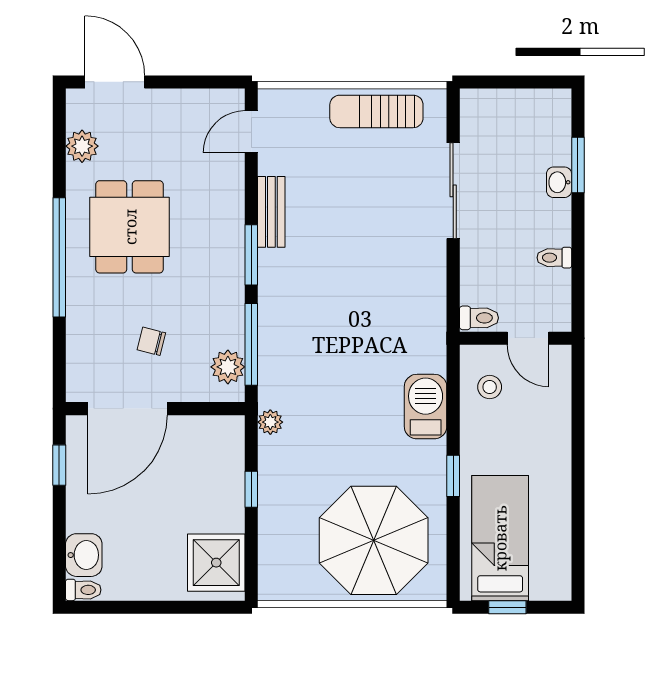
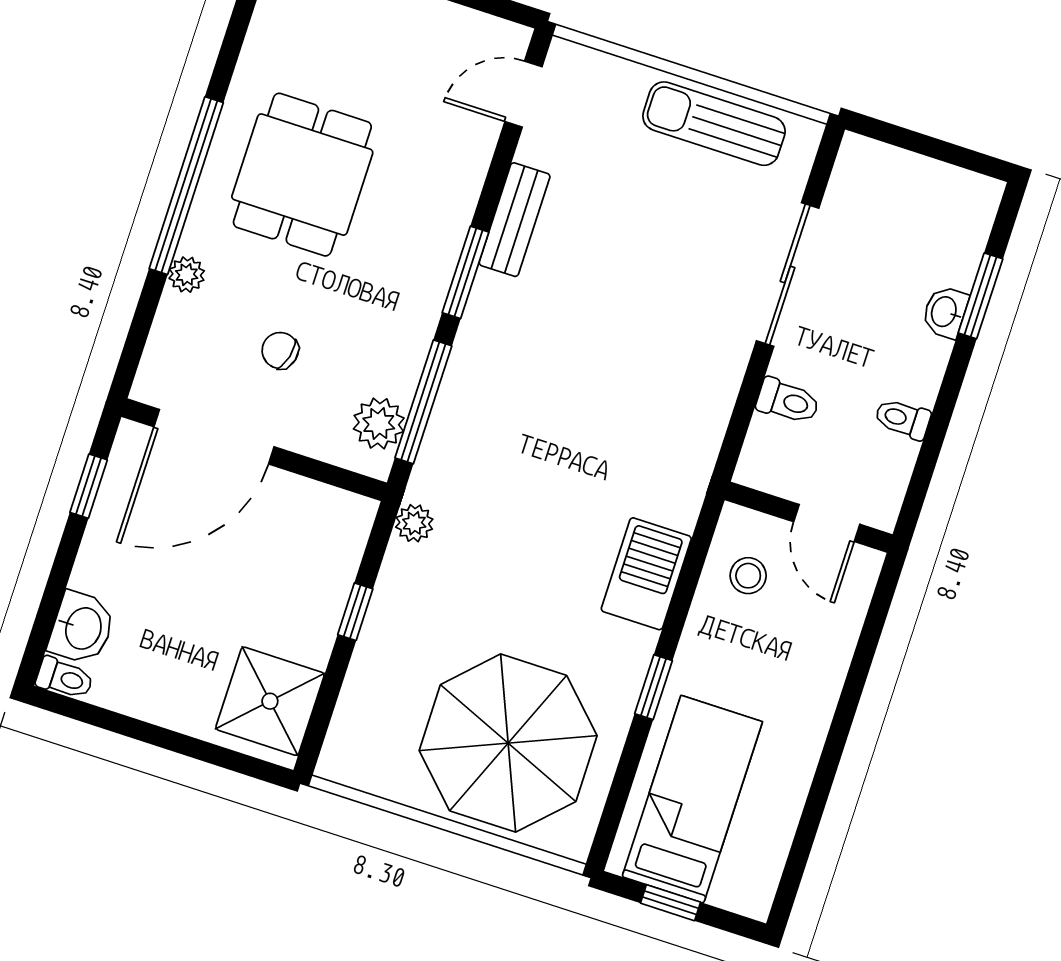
plant: (82, 146) -> (187, 275), moved, width x0.73, depth x0.73
toilet: (479, 318) -> (788, 401), moved

